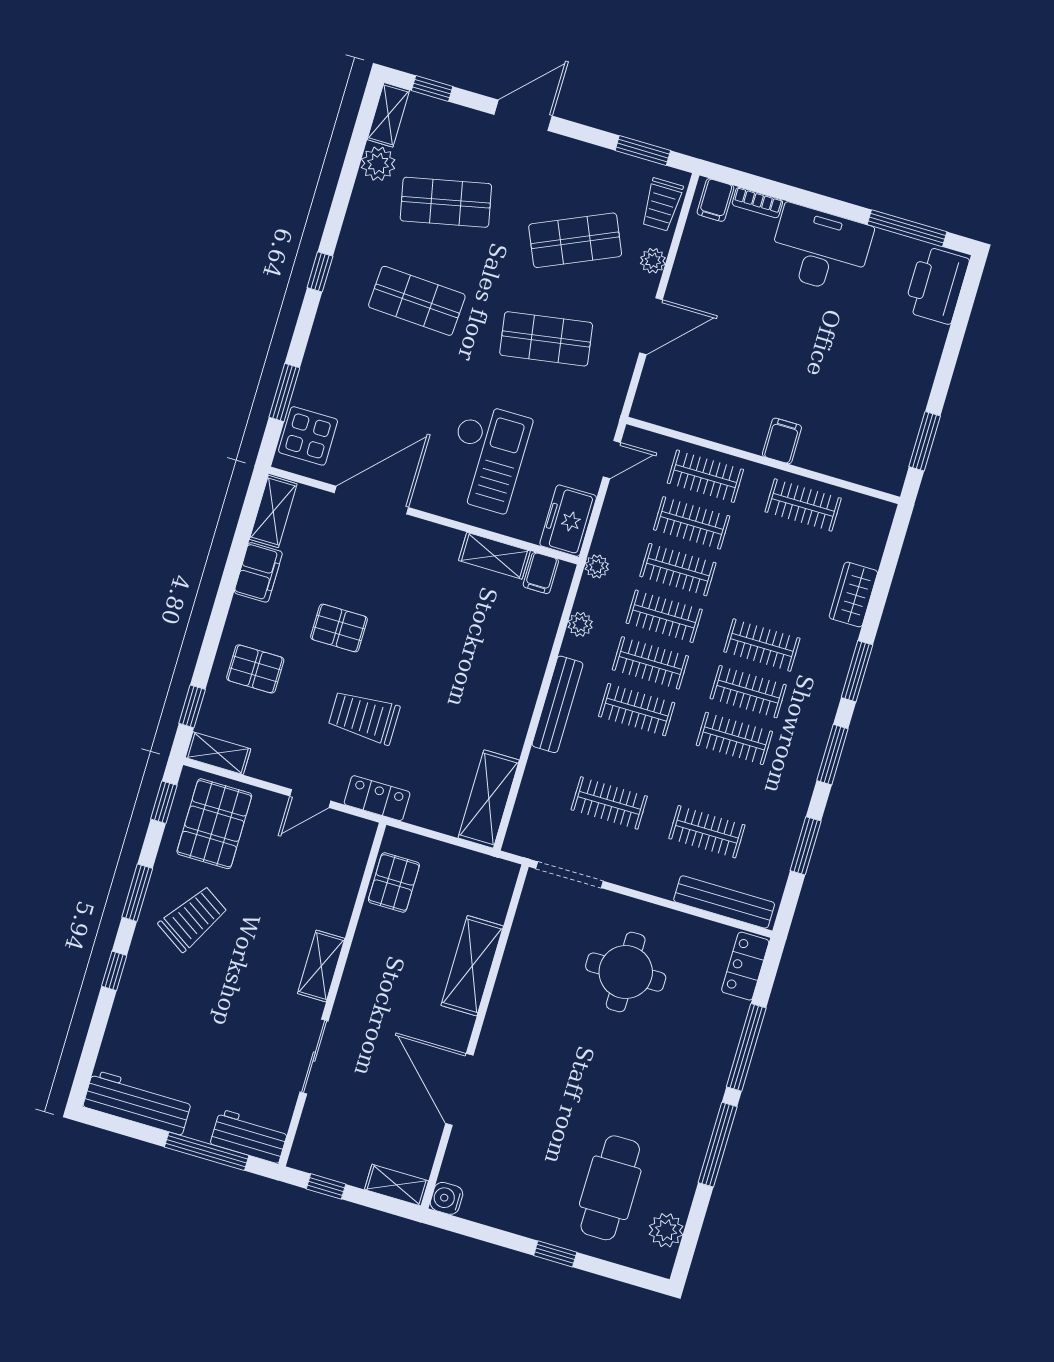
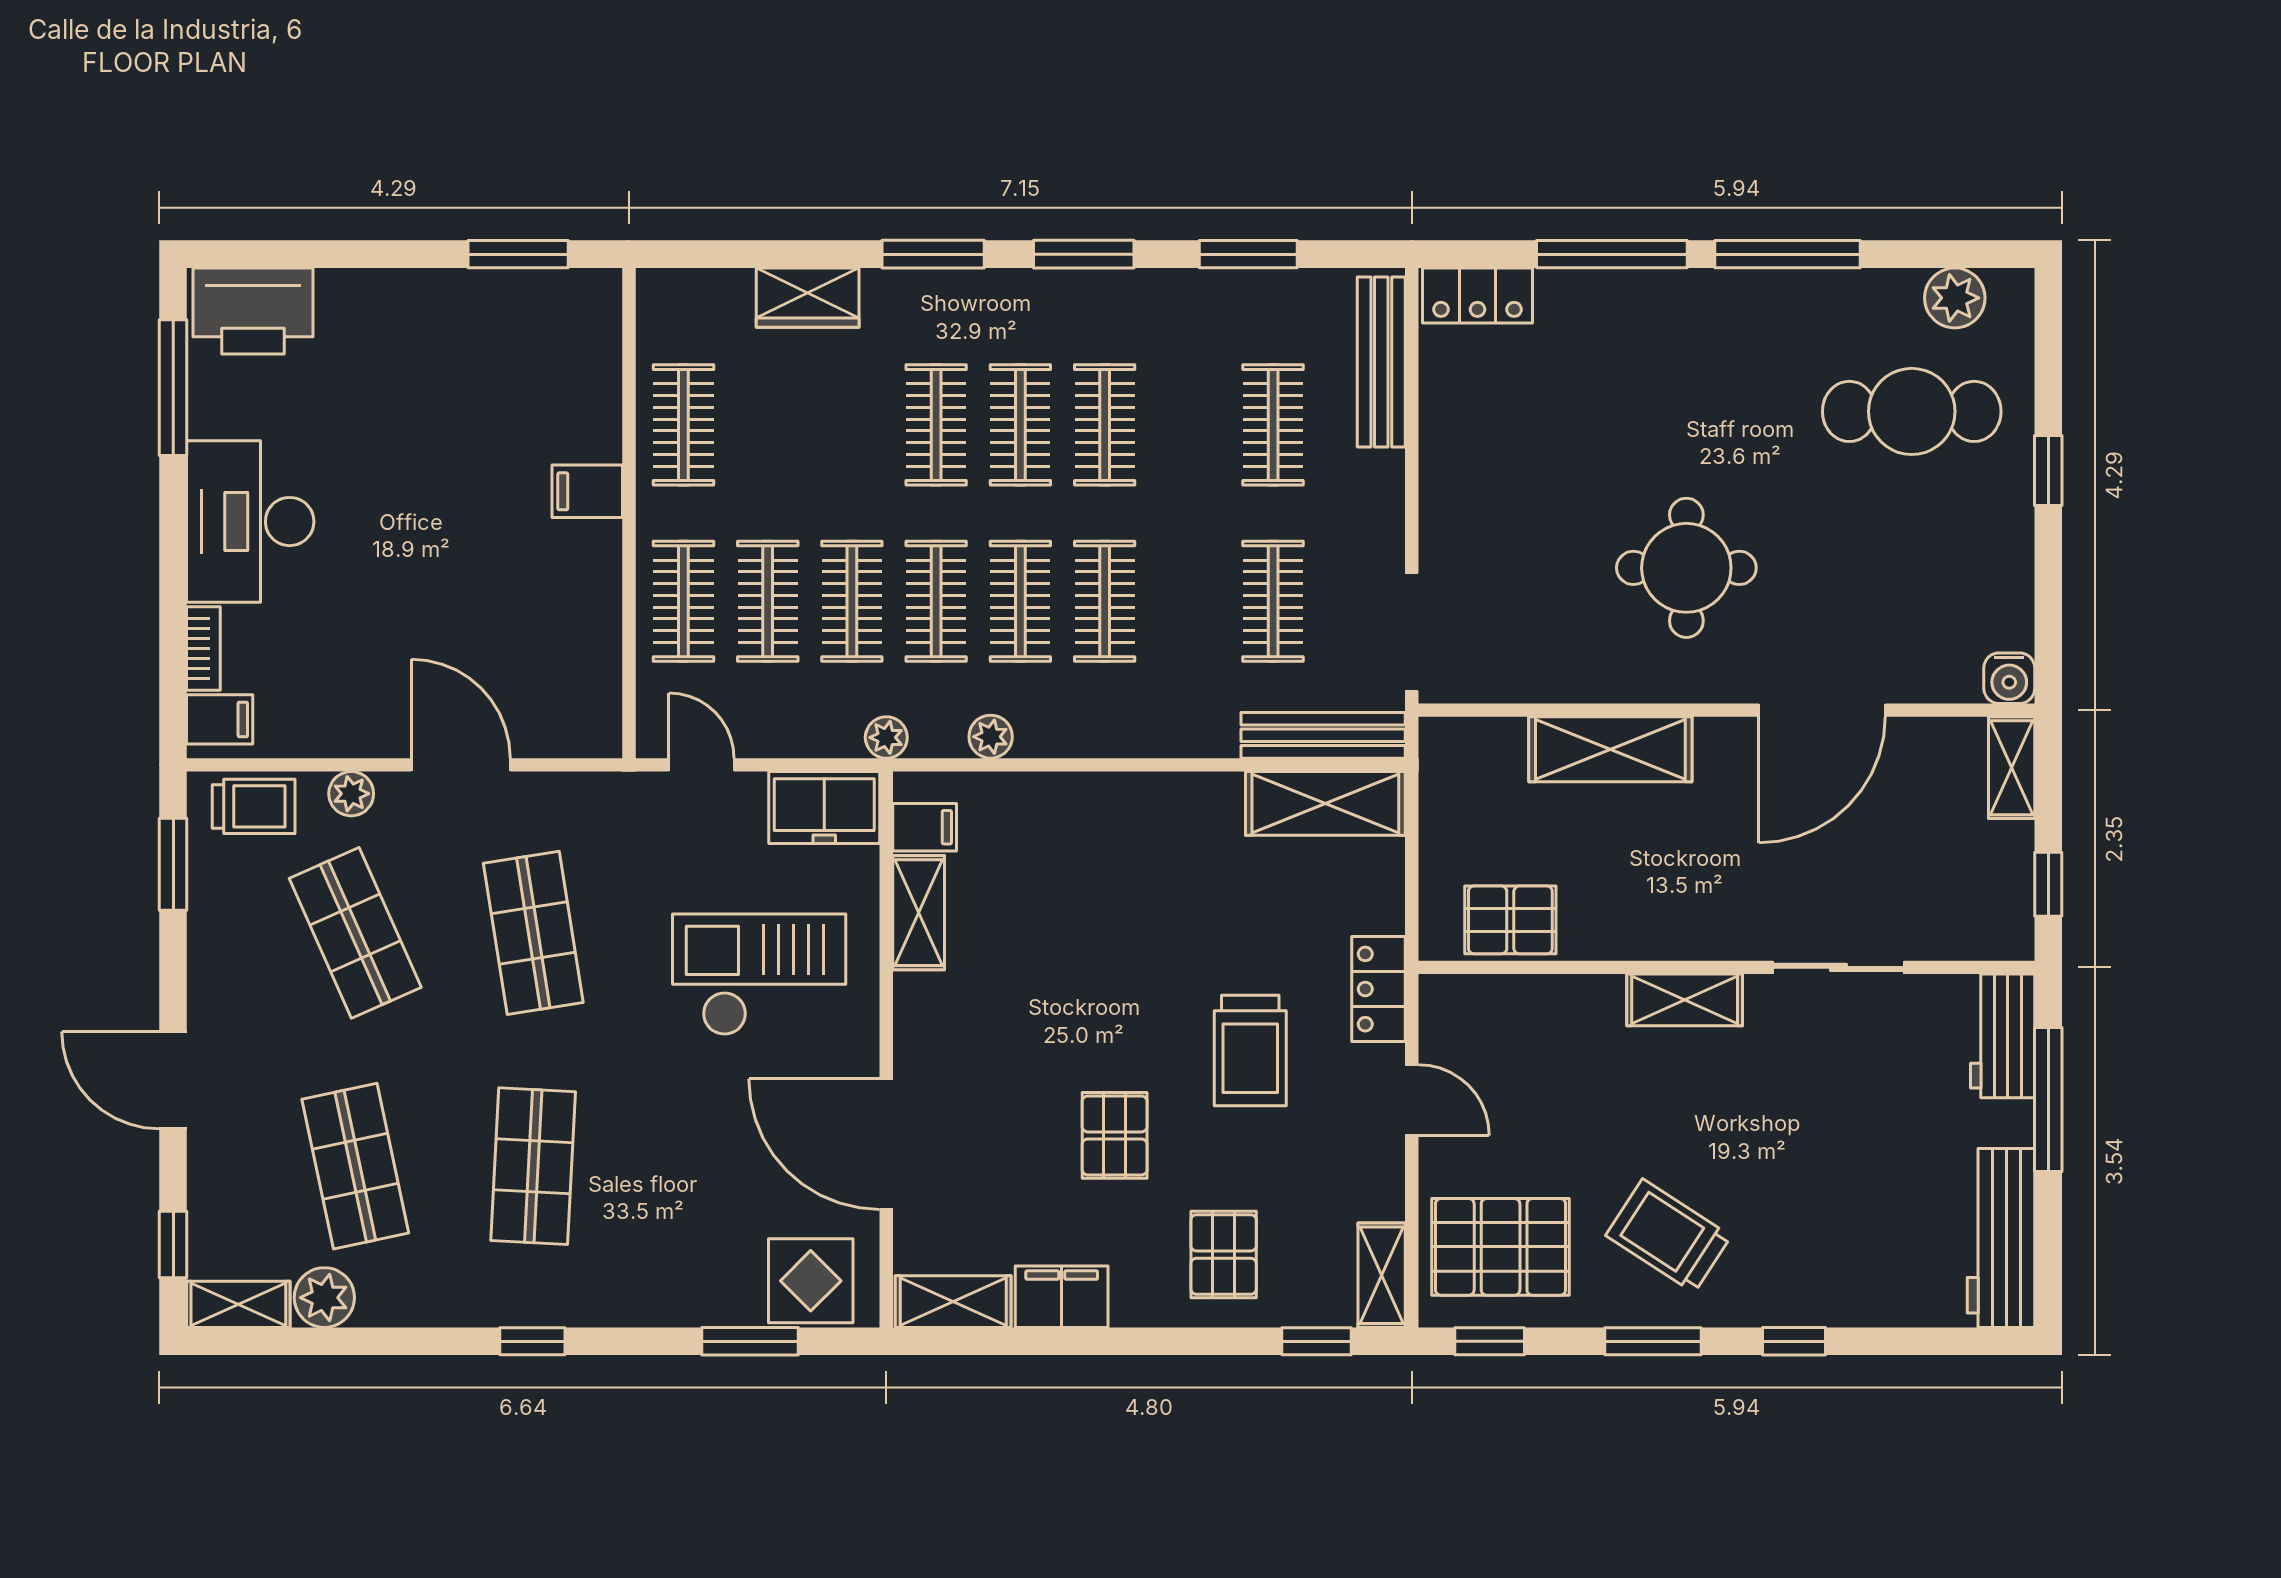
bench: (557, 704) -> (1323, 735), moved
round table: (626, 972) -> (1686, 568), moved

